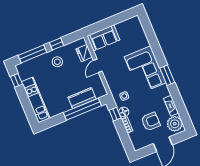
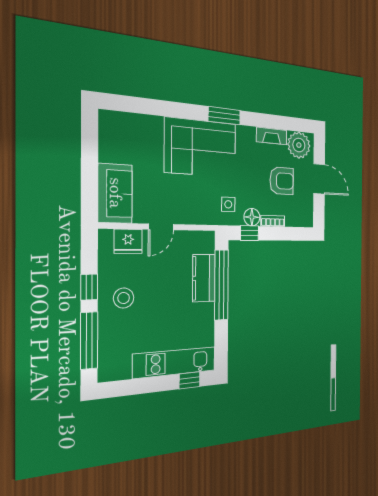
door: (98, 66) -> (161, 227), hinge flipped
window: (16, 80) -> (190, 380), moved
armchair: (151, 121) -> (282, 181), turned 90

